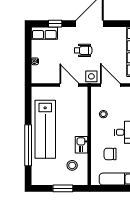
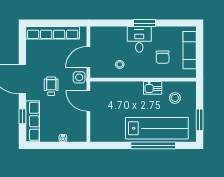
row of seats: (44, 33) -> (33, 121), width x1.48
door: (69, 85) -> (88, 101), hinge flipped
lab bench: (45, 129) -> (157, 128), moved
window: (63, 188) -> (200, 120), moved

